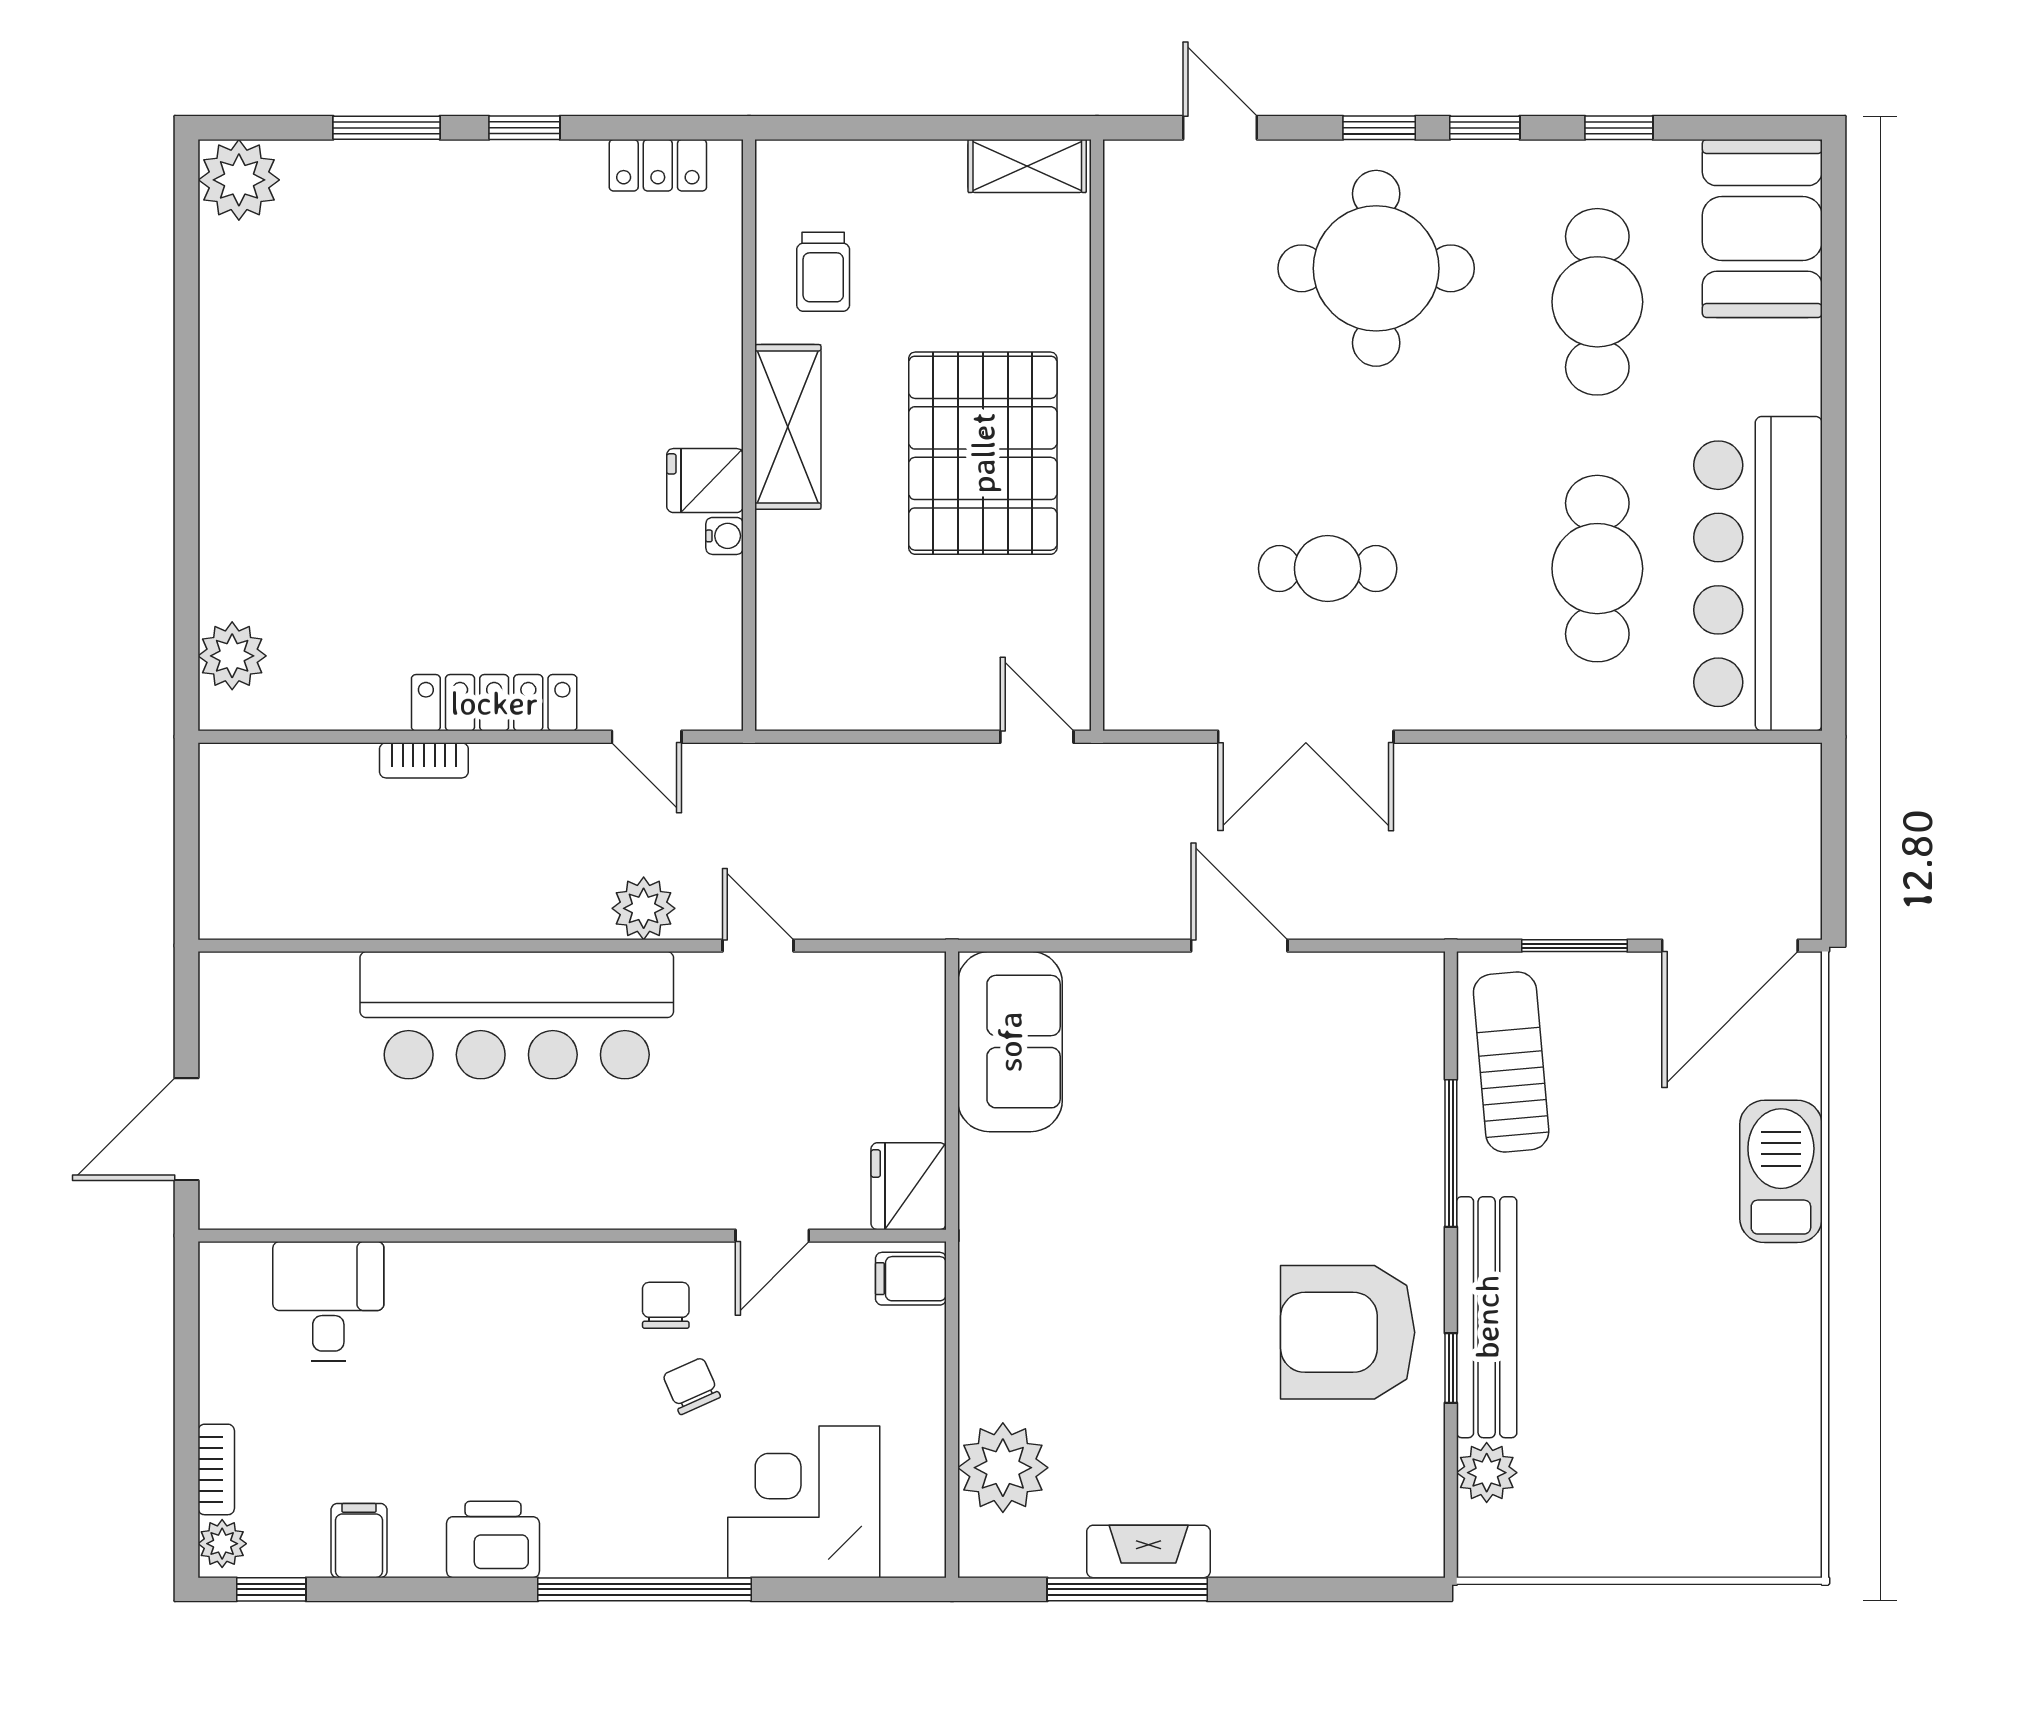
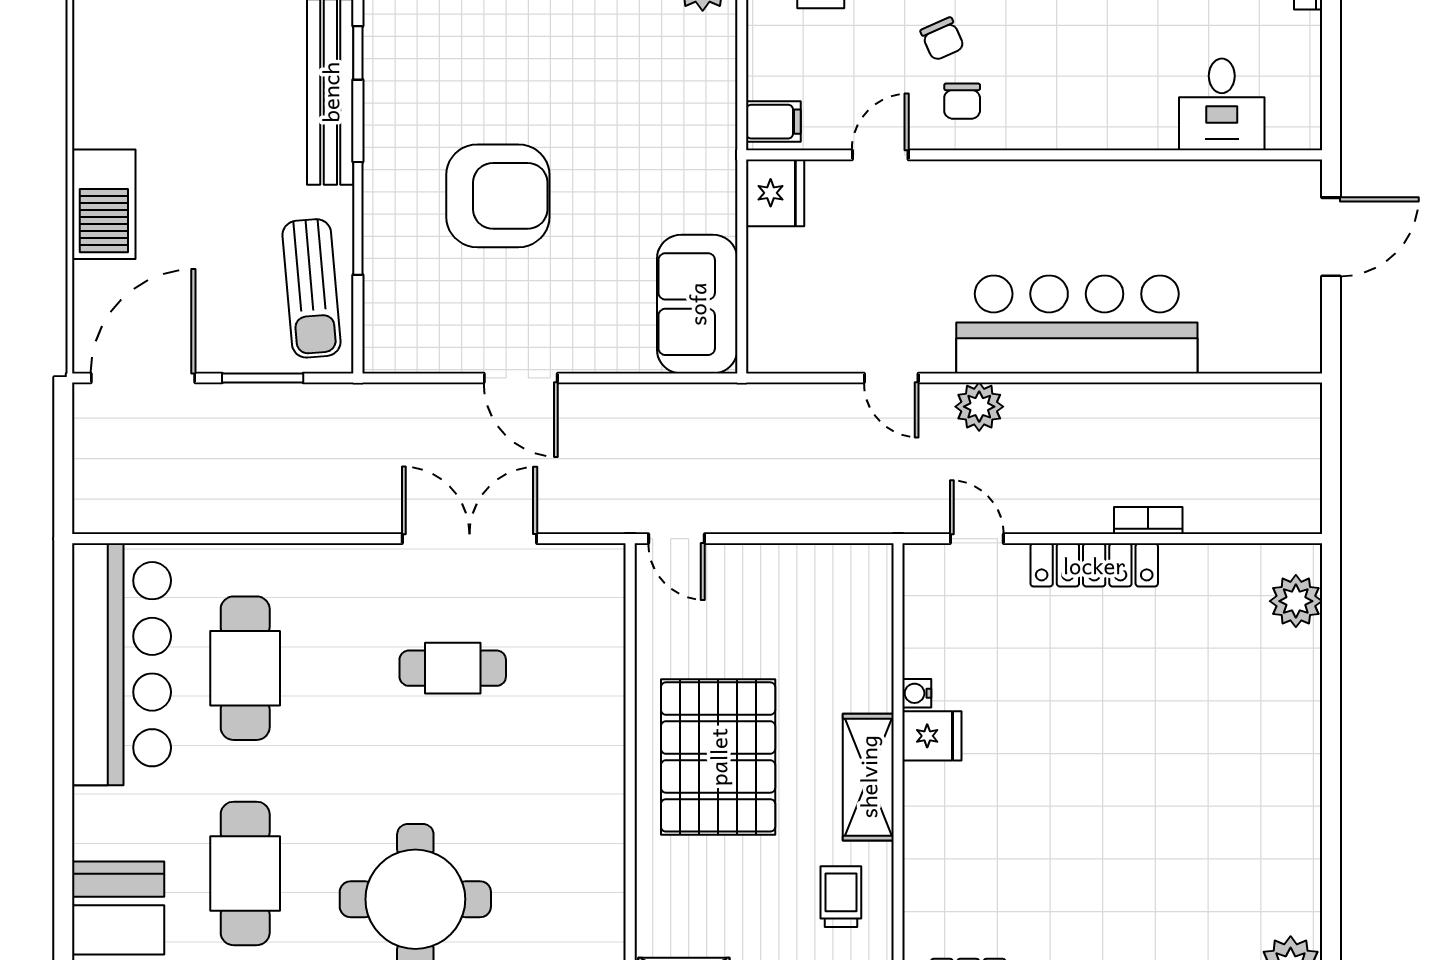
armchair: (1348, 1332) -> (498, 196), moved

